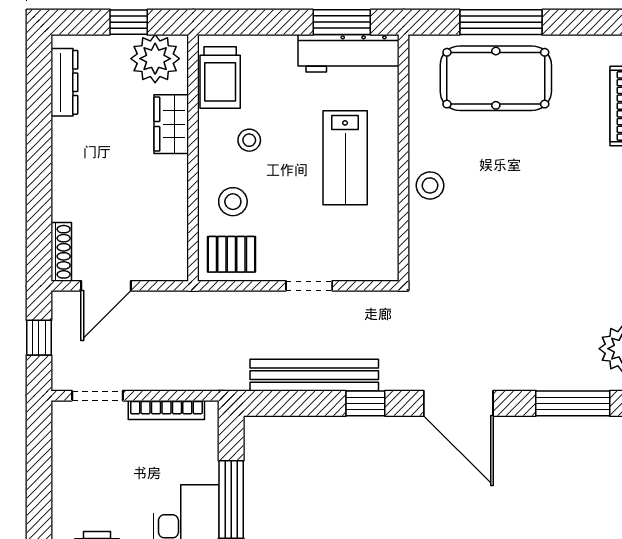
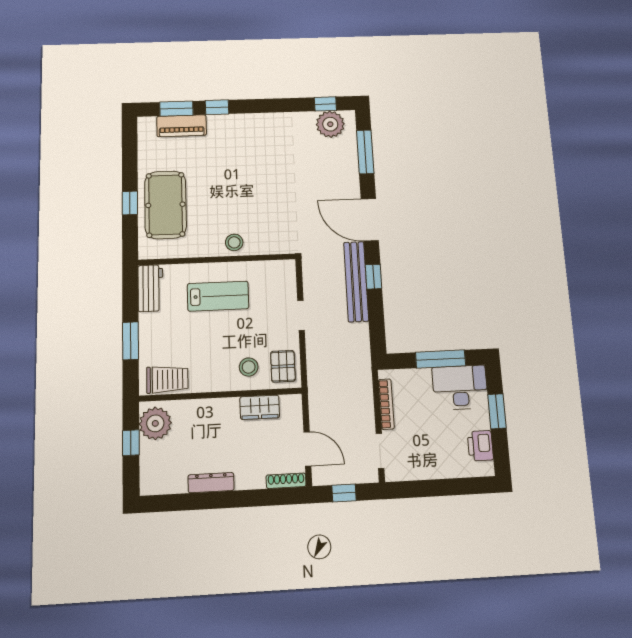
window: (342, 22) -> (130, 341), moved
window: (501, 22) -> (130, 203), width x0.46
workbench: (348, 53) -> (150, 288), width x0.73
dresser: (64, 82) -> (211, 483), moved
wardrobe: (171, 124) -> (260, 407), moved
stool: (249, 140) -> (208, 358), removed
bench: (314, 375) -> (356, 282), moved
door: (458, 403) -> (370, 220), swing flipped

